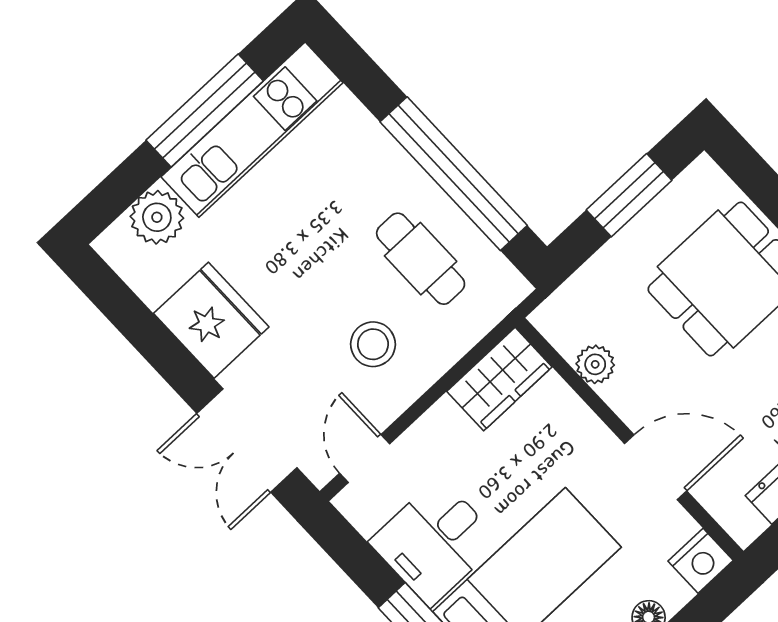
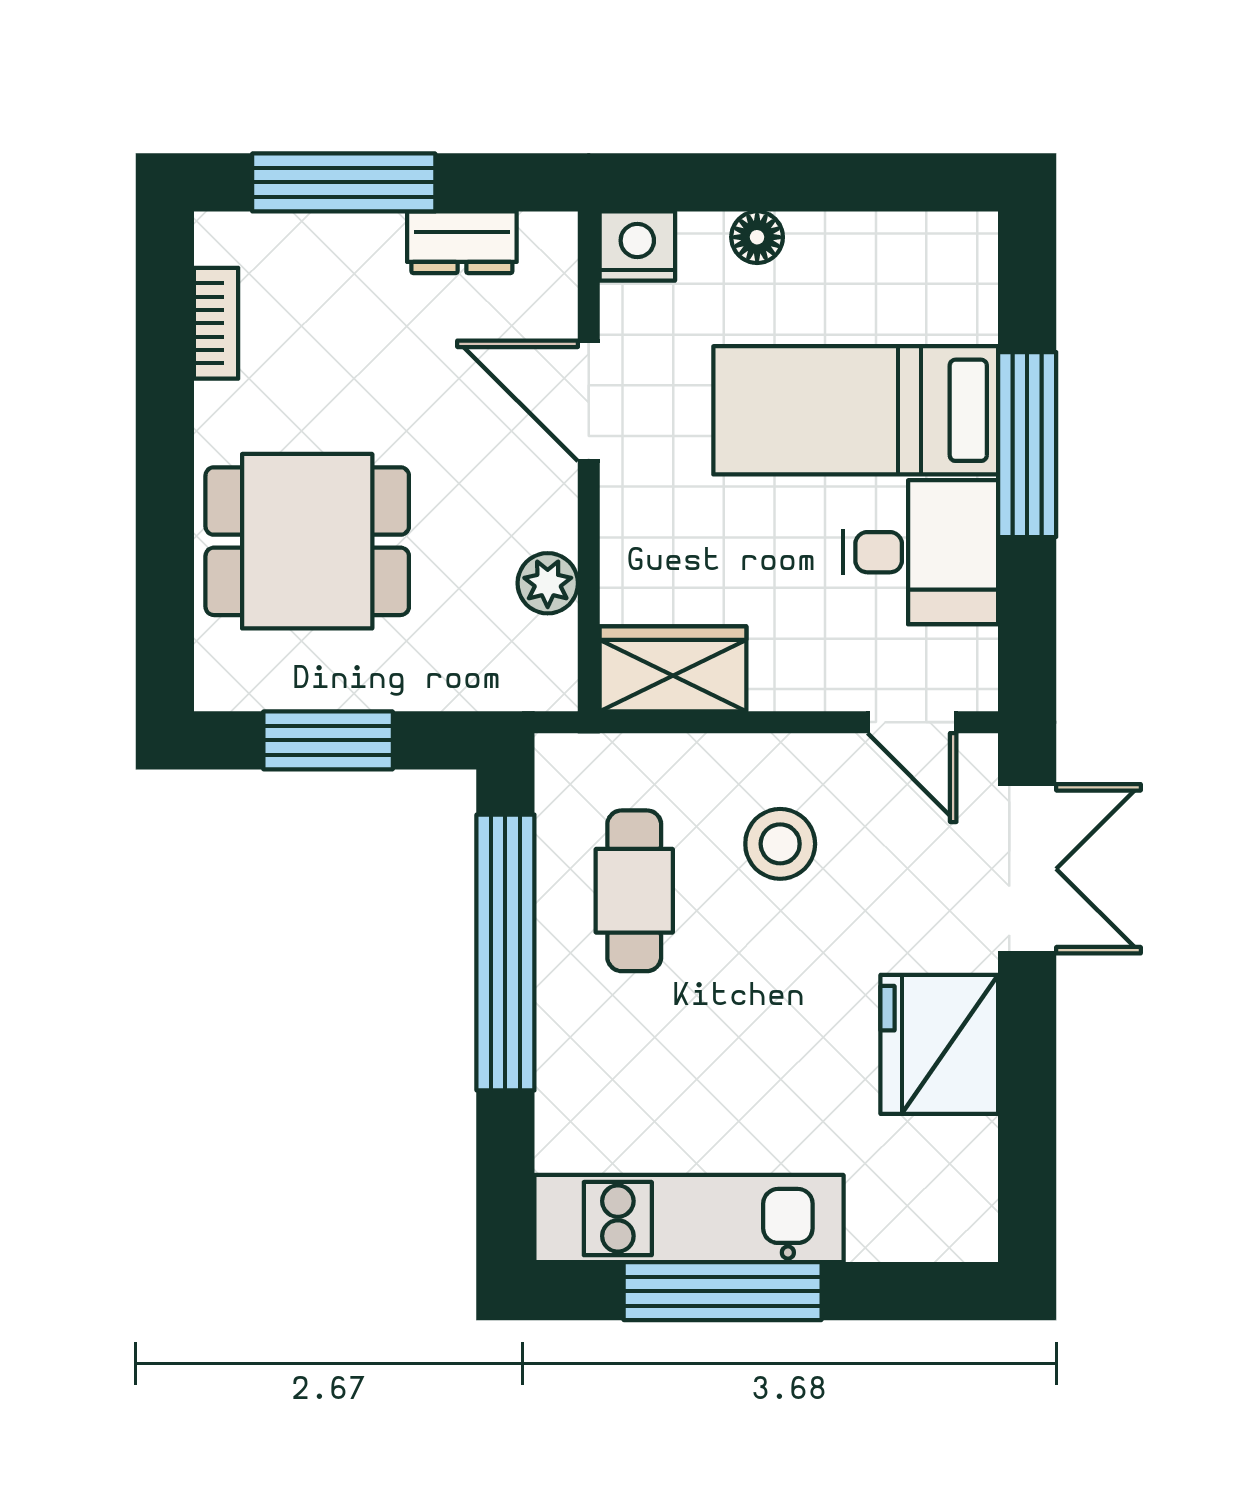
plant: (157, 217) -> (891, 1220), removed
door: (365, 459) -> (912, 722), hinge flipped

